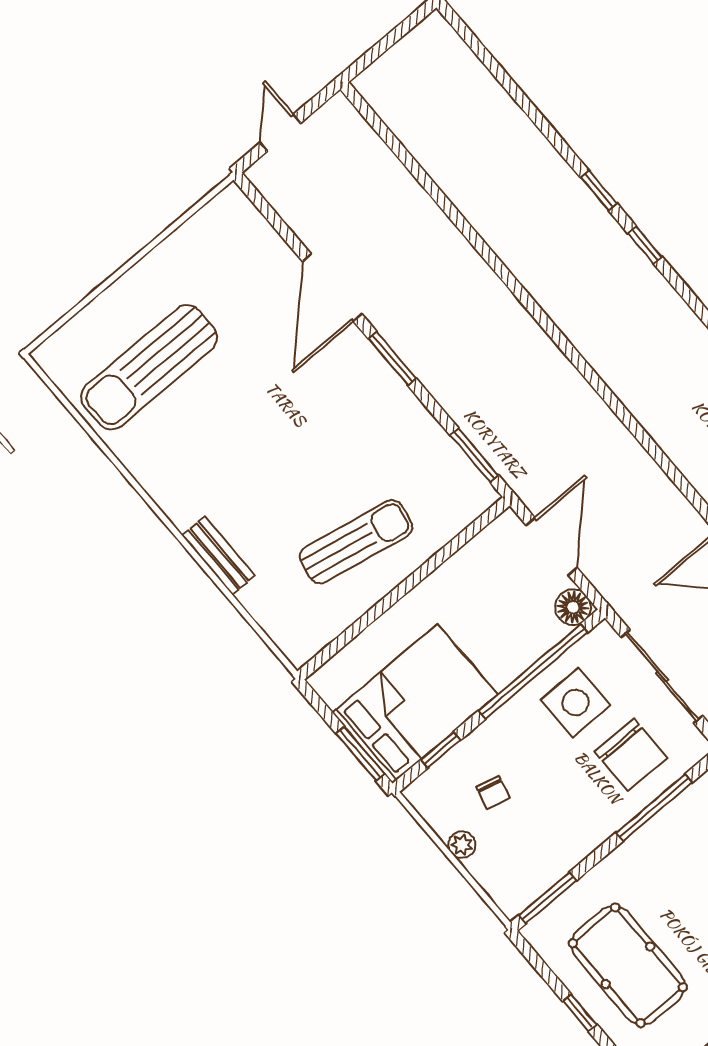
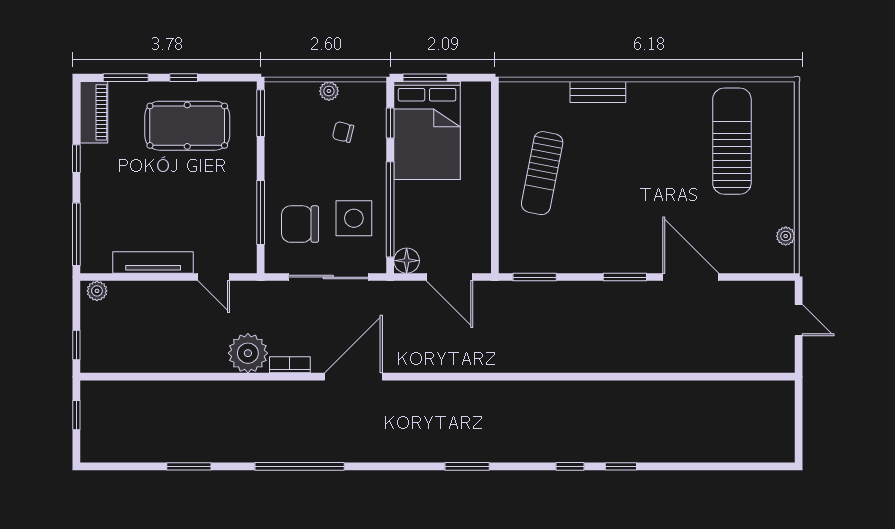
plant: (202, 223) -> (786, 236), added

